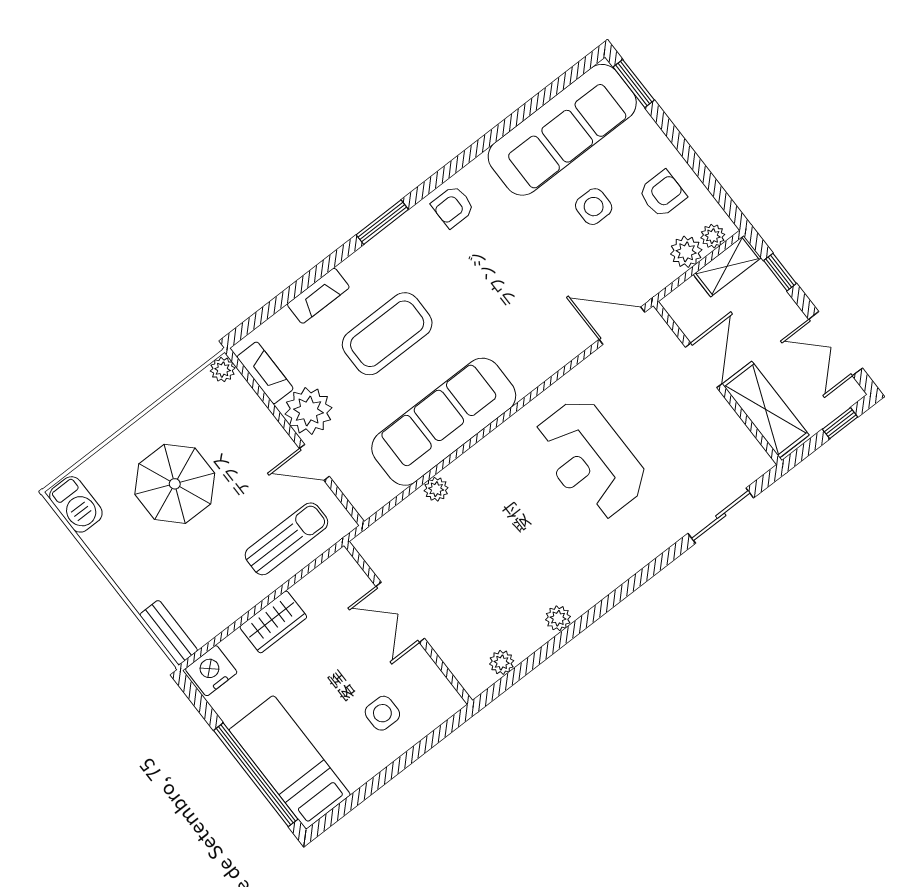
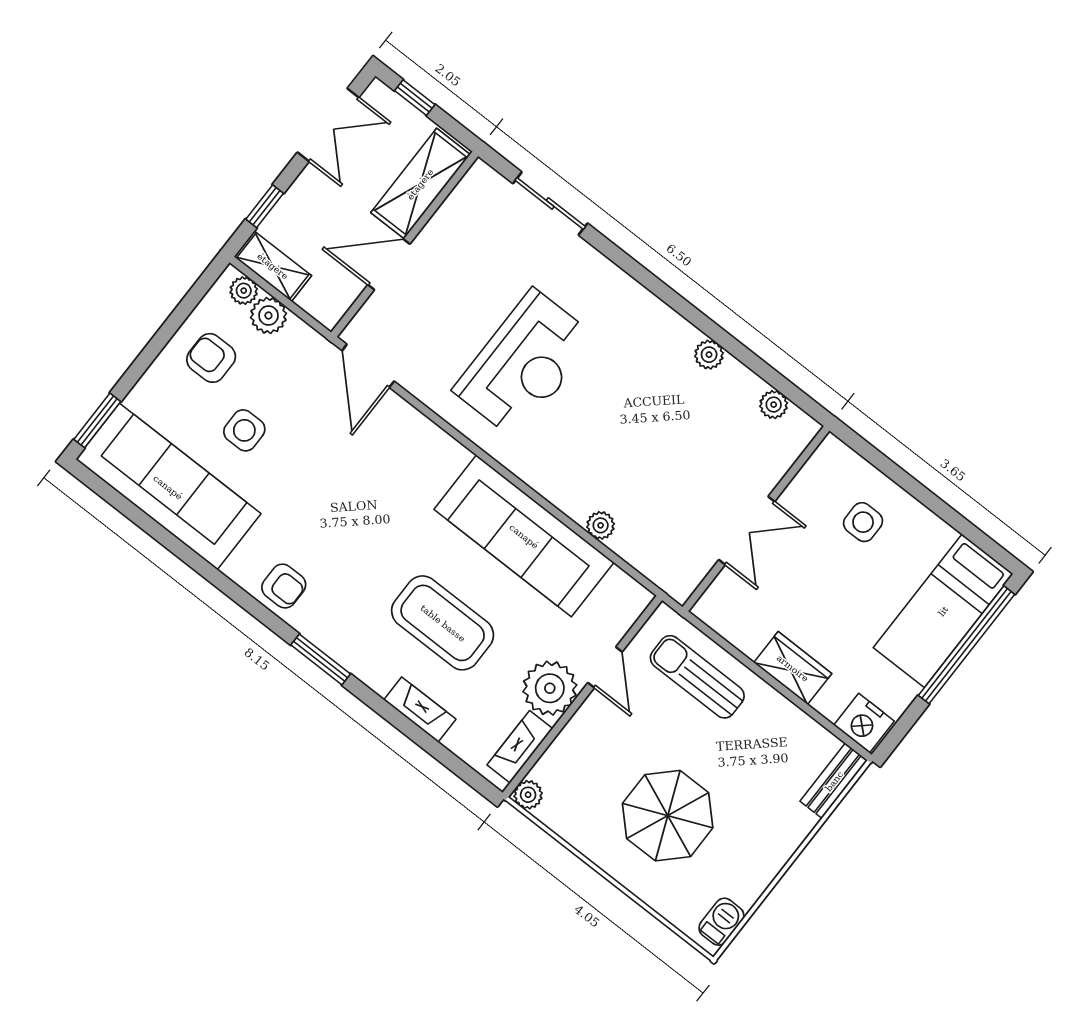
barbecue: (76, 504) -> (721, 922), width x0.73, depth x0.79

